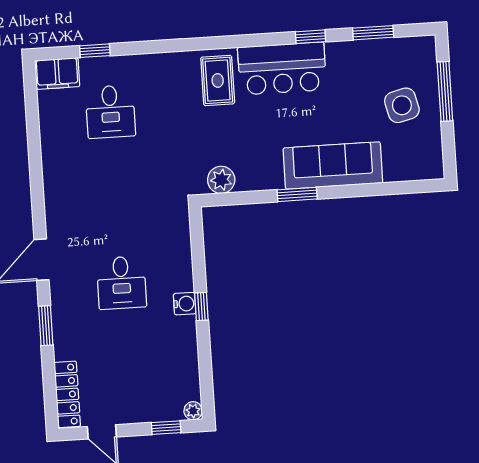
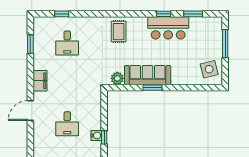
bar counter: (282, 69) -> (168, 28), moved
filing cabinet: (57, 74) -> (40, 81), moved, turned -90
side table: (402, 105) -> (209, 69), moved
sofa: (333, 166) -> (148, 75), moved
window: (46, 326) -> (30, 44), moved

